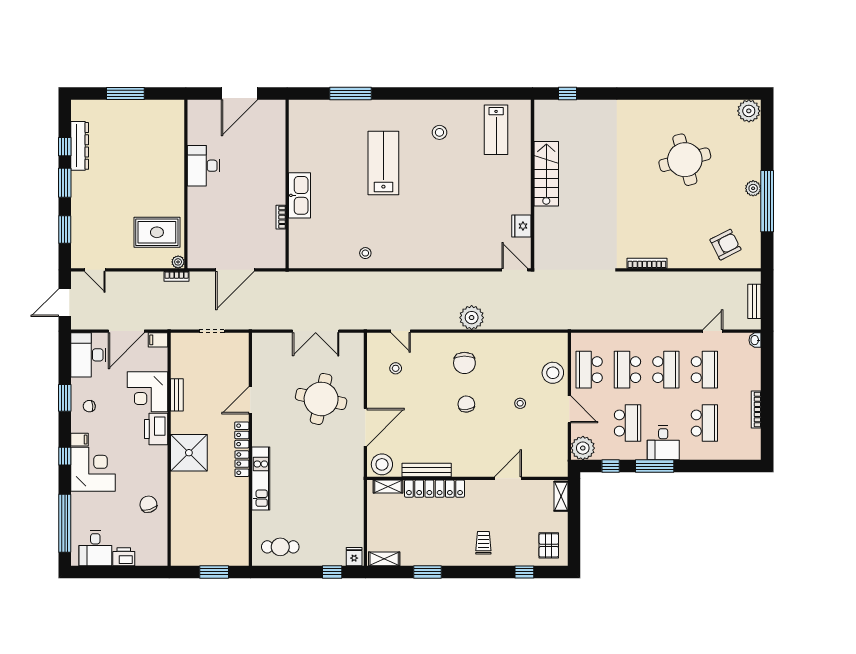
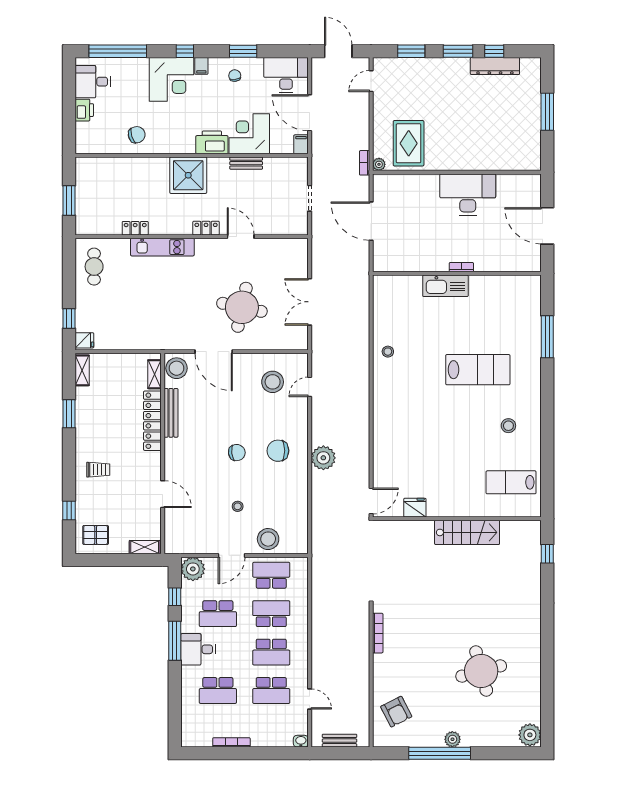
desk: (203, 166) -> (468, 195), width x1.36, depth x1.30
bookcase: (281, 217) -> (461, 267), moved
stool: (396, 368) -> (273, 382), width x1.89, depth x1.89
locker: (242, 464) -> (135, 228), moved

